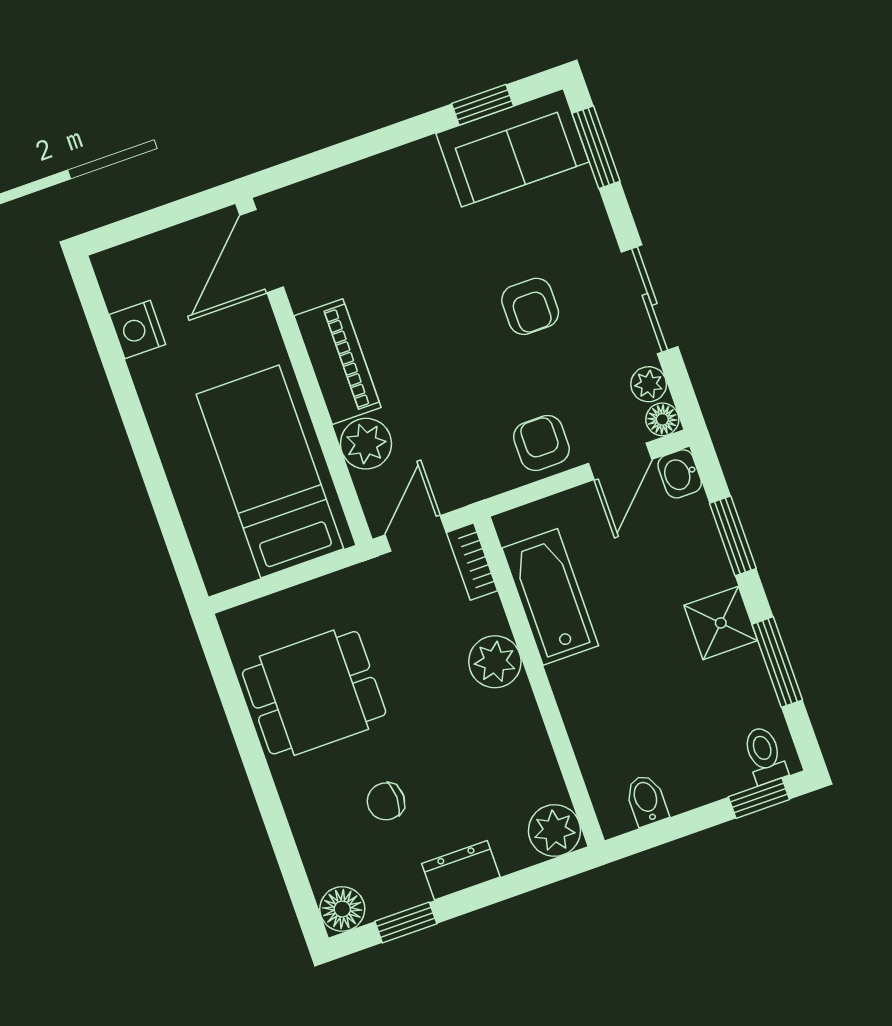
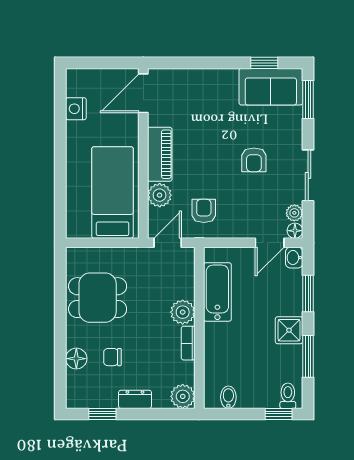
armchair: (541, 443) -> (204, 211), moved
bookcase: (472, 562) -> (188, 343), moved
floor lamp: (342, 909) -> (76, 359), moved

